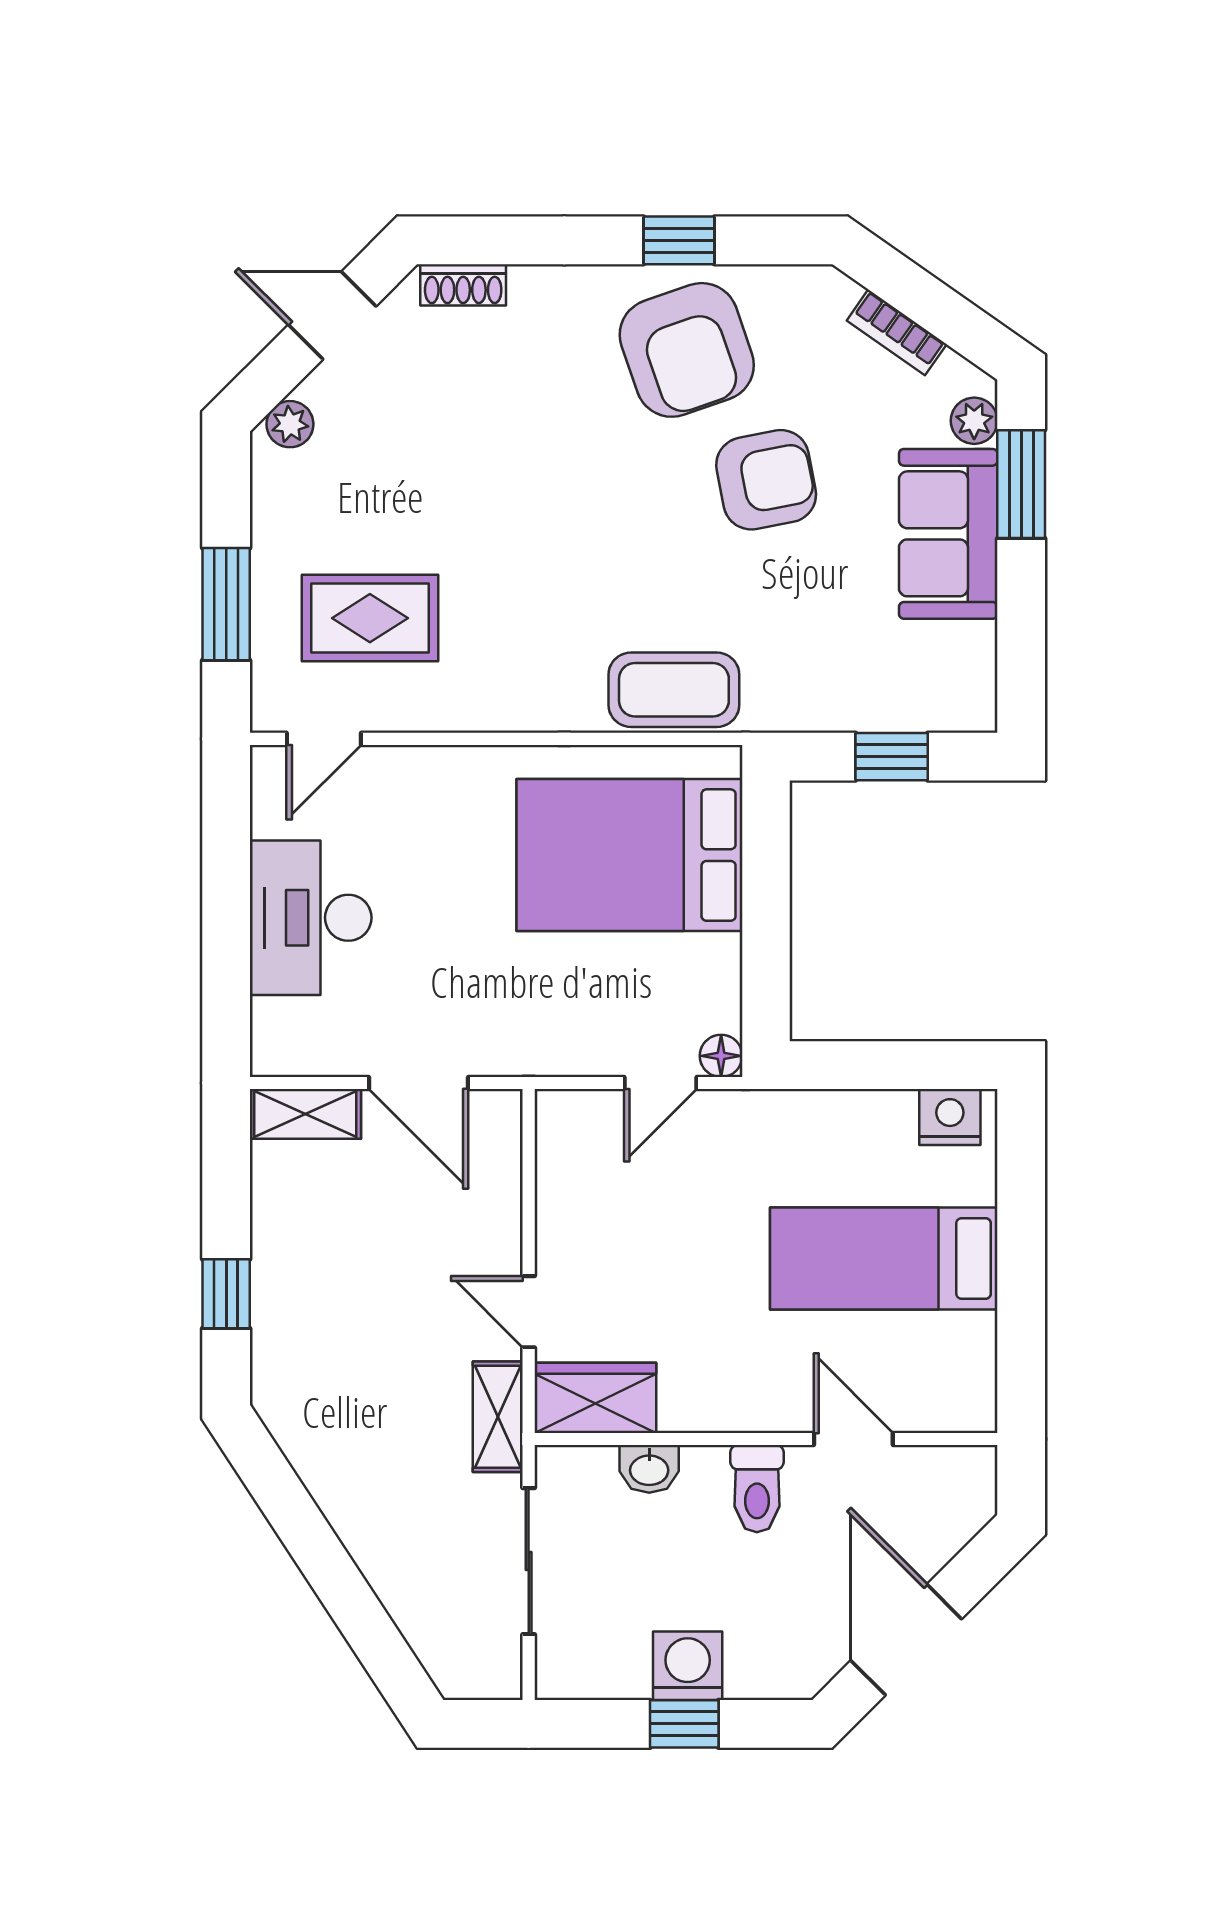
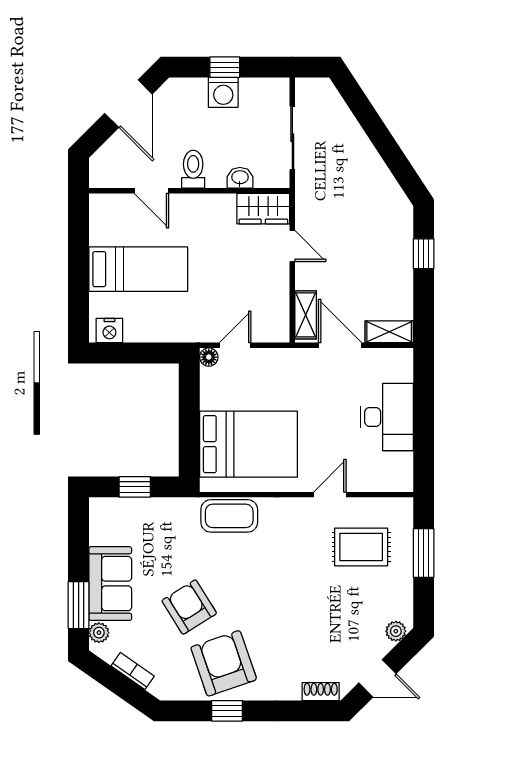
armchair: (766, 480) -> (189, 607), turned 69
door: (324, 739) -> (330, 495), moved
shelving: (498, 1417) -> (306, 315), moved

